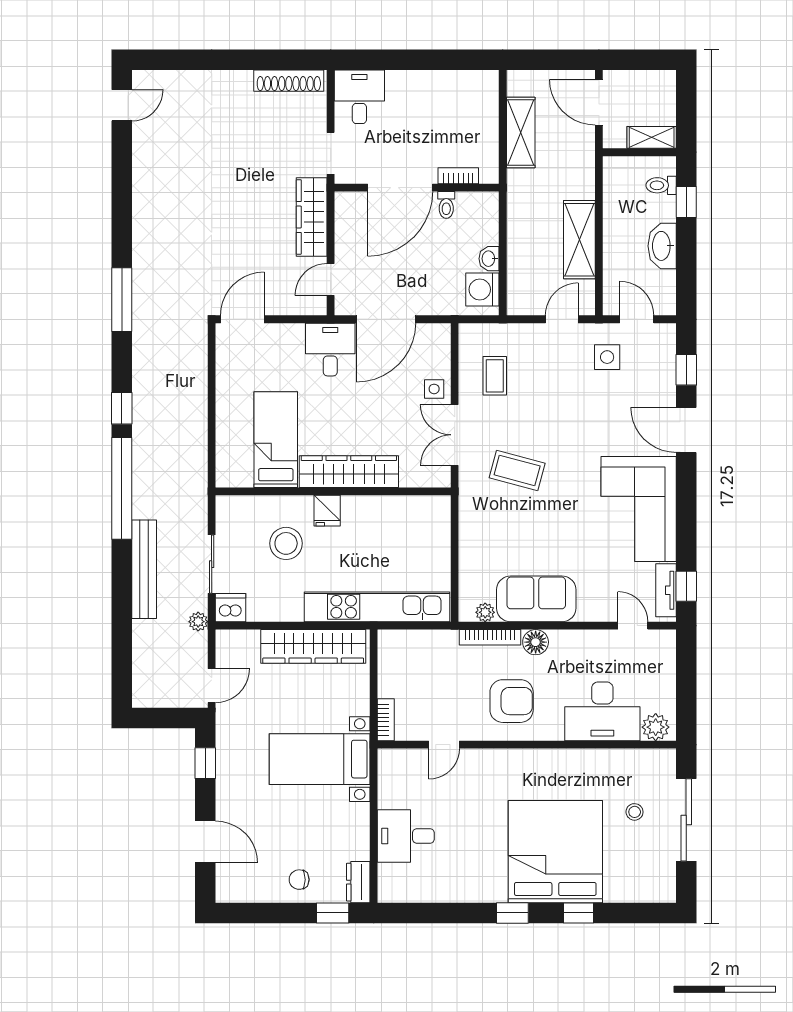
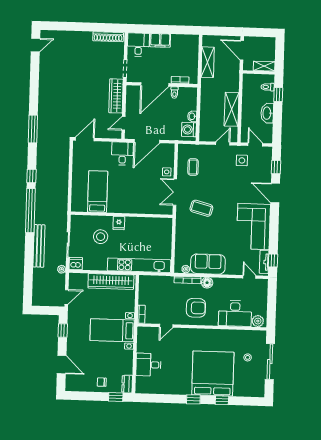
filing cabinet: (410, 85) -> (160, 40), added
wardrobe: (349, 472) -> (129, 206), removed

